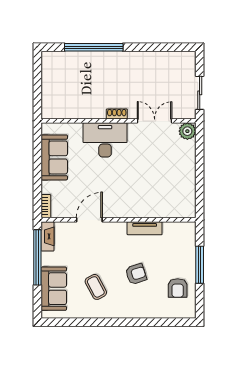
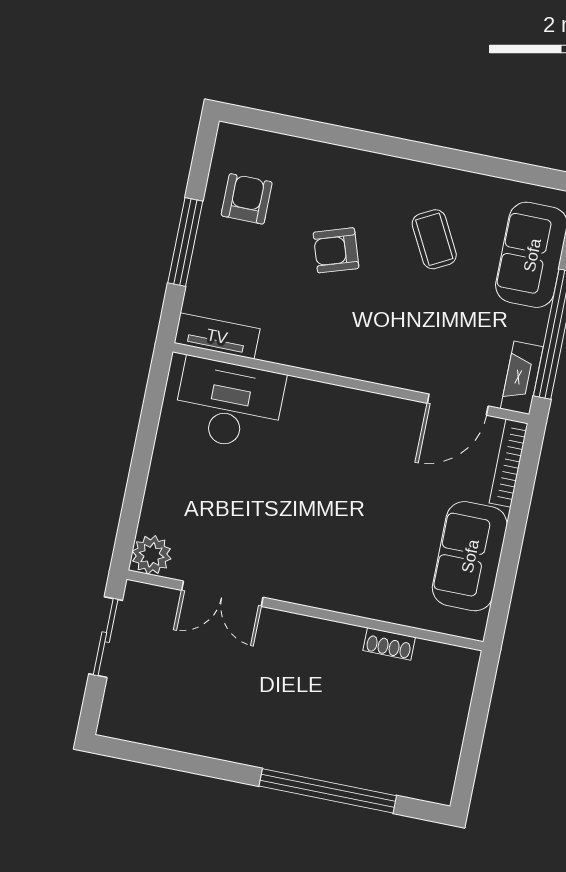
shoe rack: (117, 114) -> (389, 644), moved
desk: (105, 140) -> (229, 404), moved, turned 180
bookcase: (46, 206) -> (508, 463), width x1.56
door: (89, 220) -> (458, 405), moved
tv unit: (145, 228) -> (217, 336), moved

